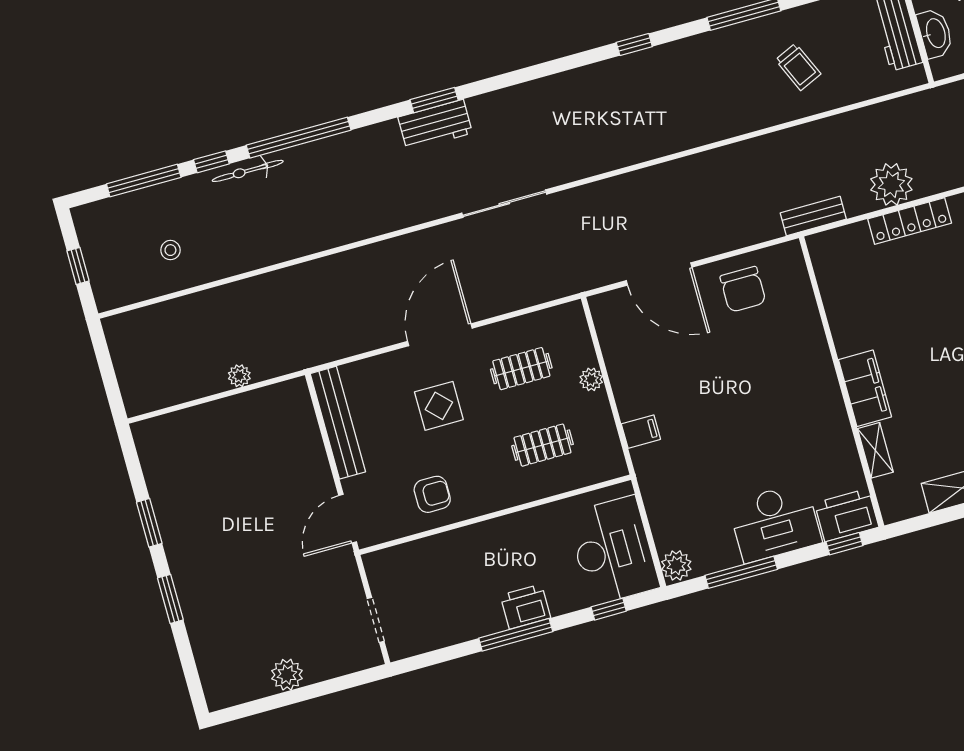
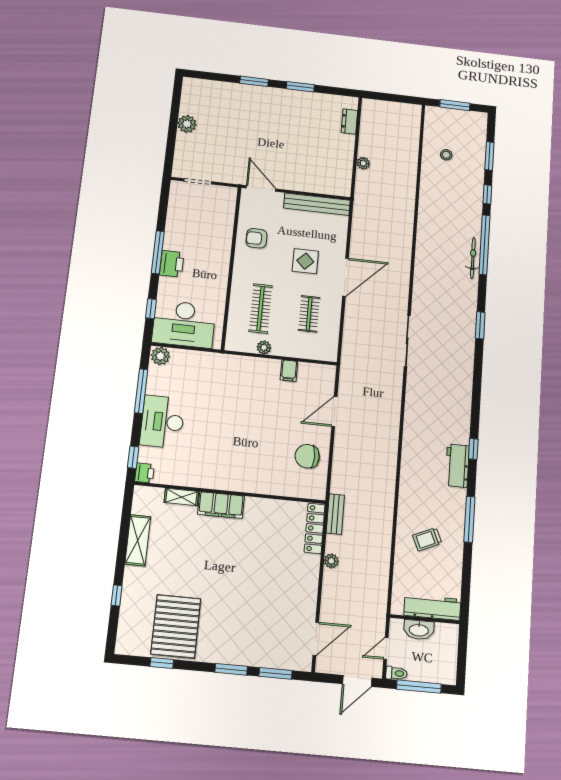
workbench: (435, 125) -> (457, 466), moved
bicycle: (248, 171) -> (473, 258), moved
window: (144, 181) -> (489, 156), width x0.69
plant: (891, 184) -> (331, 561), width x0.53, depth x0.53
locker: (910, 221) -> (315, 528), moved
window: (78, 266) -> (455, 105), width x1.50
door: (659, 274) -> (334, 412), width x0.73
door: (440, 335) -> (346, 277), hinge flipped
plant: (591, 379) -> (264, 347), moved
dresser: (177, 423) -> (349, 121), added
filing cabinet: (641, 432) -> (289, 371), moved
clothes rail: (542, 445) -> (261, 309), width x1.36
armchair: (432, 494) -> (256, 238), turned 90
printer: (847, 515) -> (144, 473), width x0.53, depth x0.68

